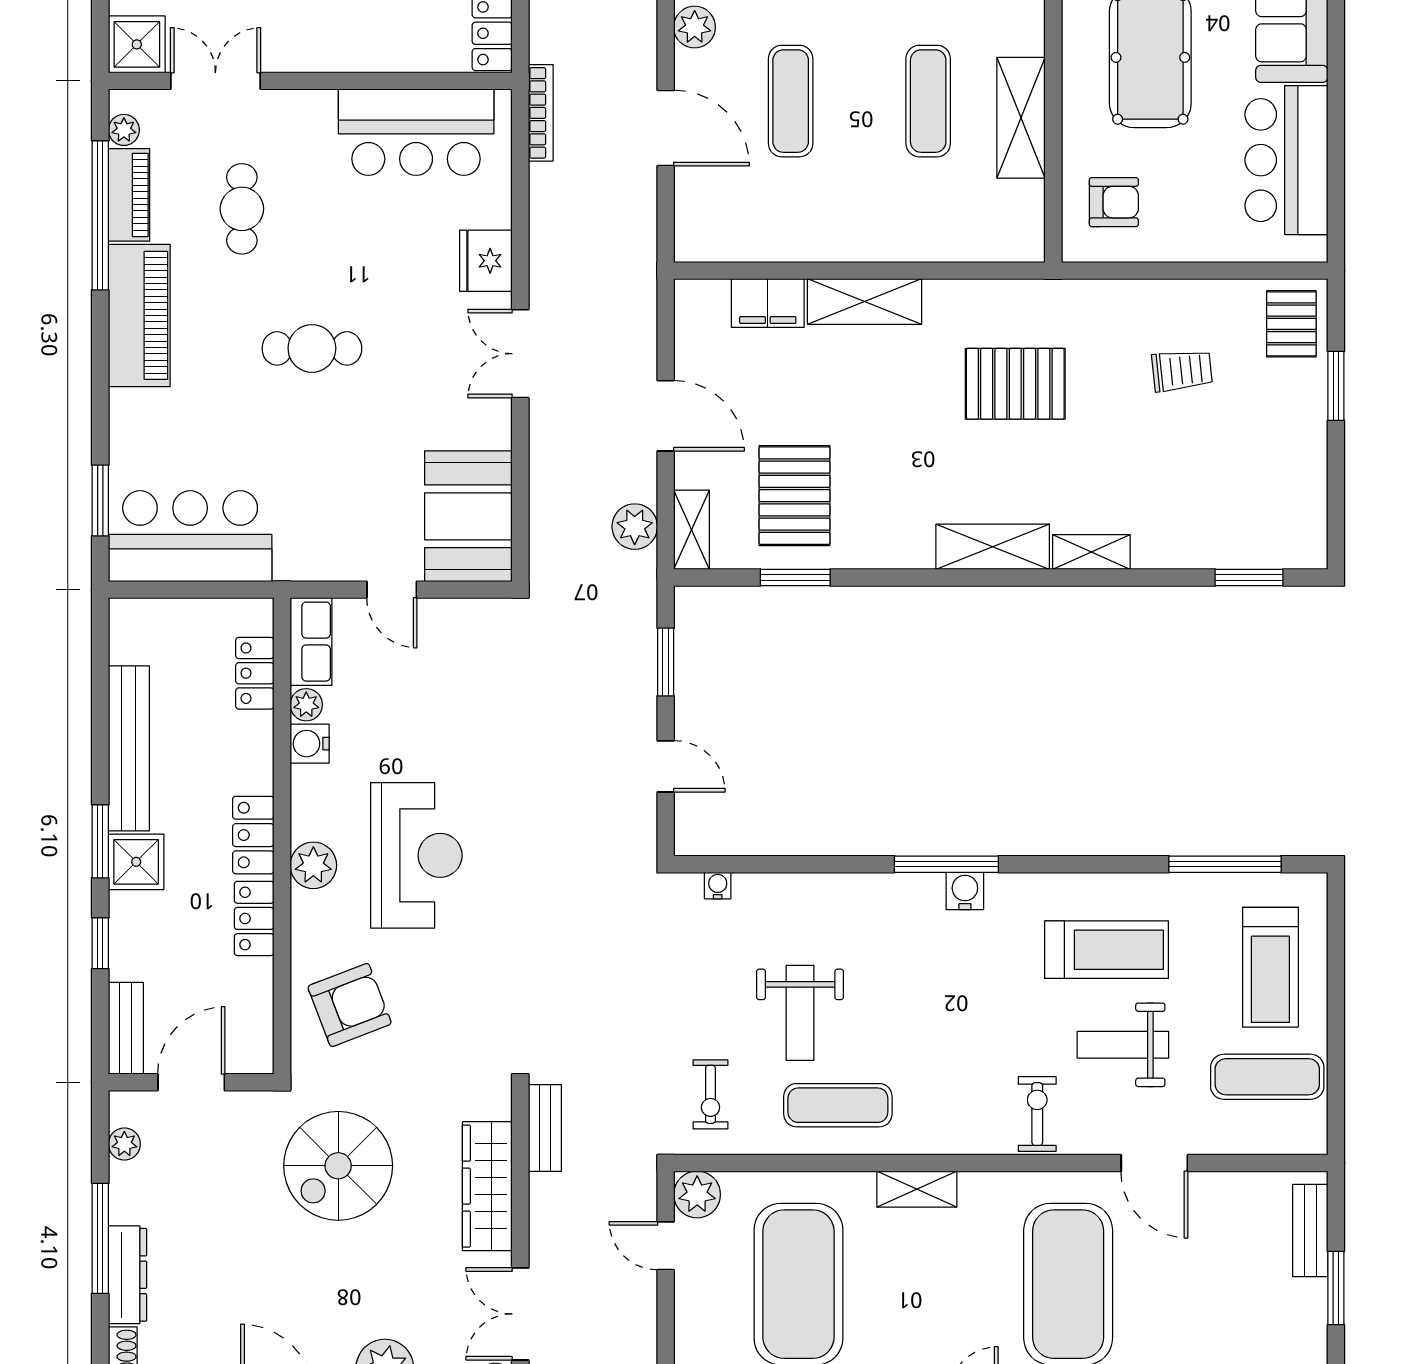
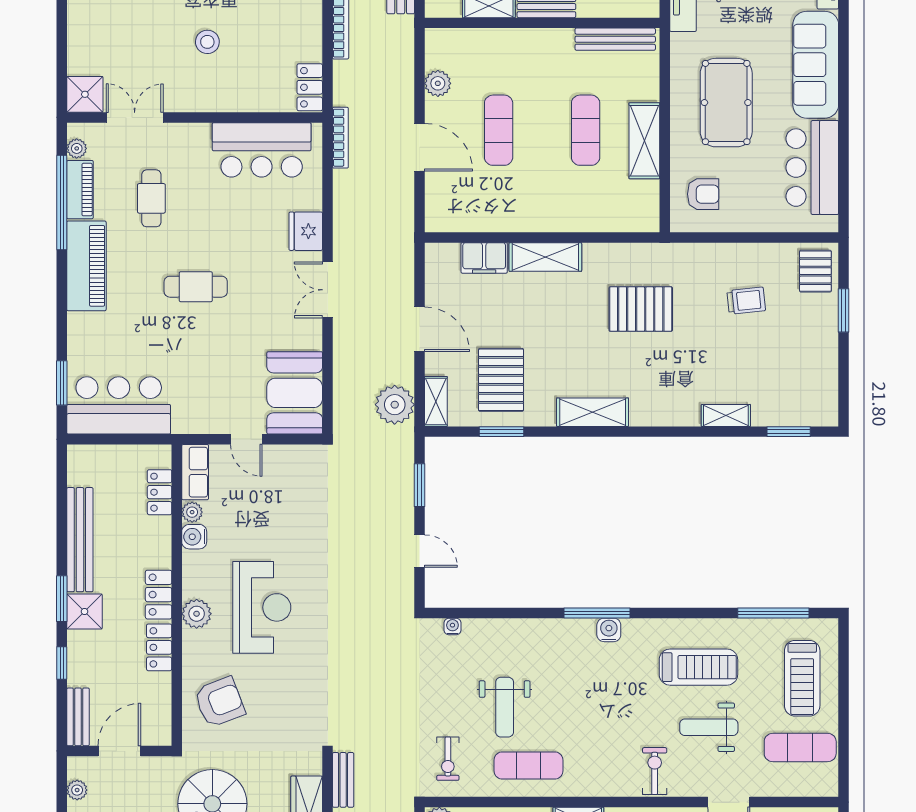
plant: (635, 527) -> (395, 405), width x1.36, depth x1.36
shelving: (993, 547) -> (593, 412), moved
shelving: (1091, 552) -> (726, 415), moved

